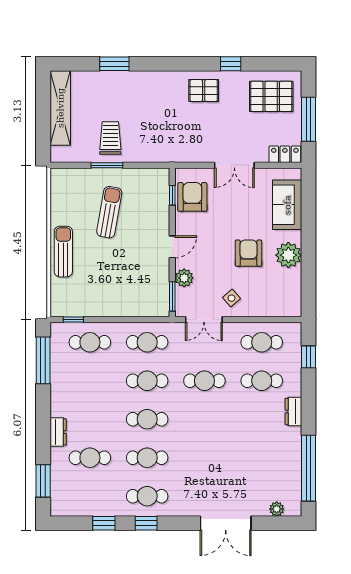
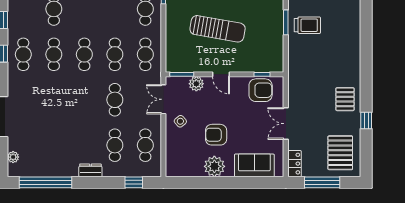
window: (114, 64) -> (366, 28), removed
sun lounger: (109, 212) -> (218, 29), moved, width x1.36, depth x1.34
armchair: (248, 253) -> (216, 135), turned 180

